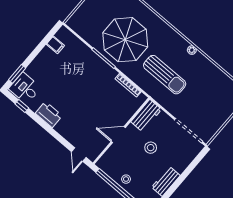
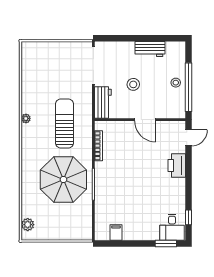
printer: (49, 114) -> (177, 165), moved
workbench: (146, 116) -> (103, 102), moved, turned 90

